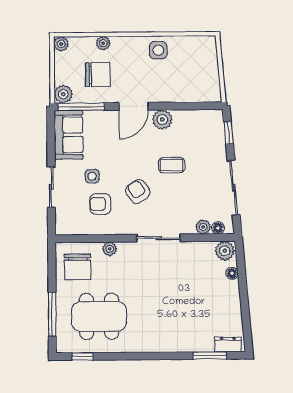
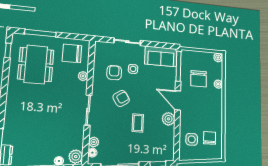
side table: (158, 50) -> (192, 139), moved
chair: (186, 56) -> (210, 138), added
plant: (63, 94) -> (187, 56), removed

